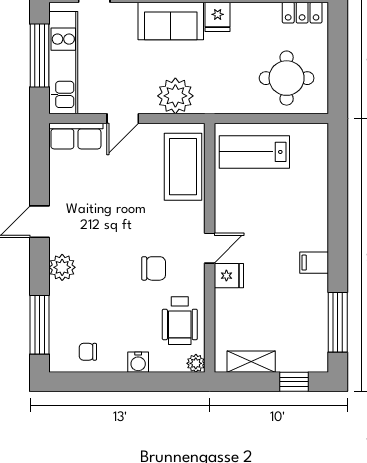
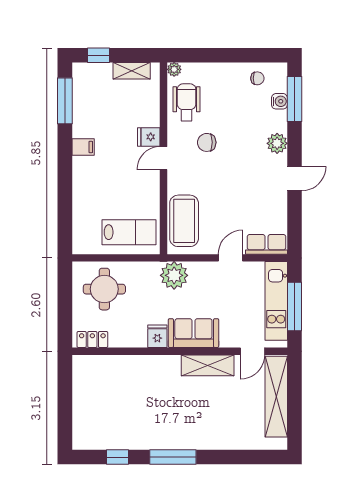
plant: (175, 96) -> (174, 275), moved
water cooler: (138, 362) -> (279, 101), moved, turned 90

